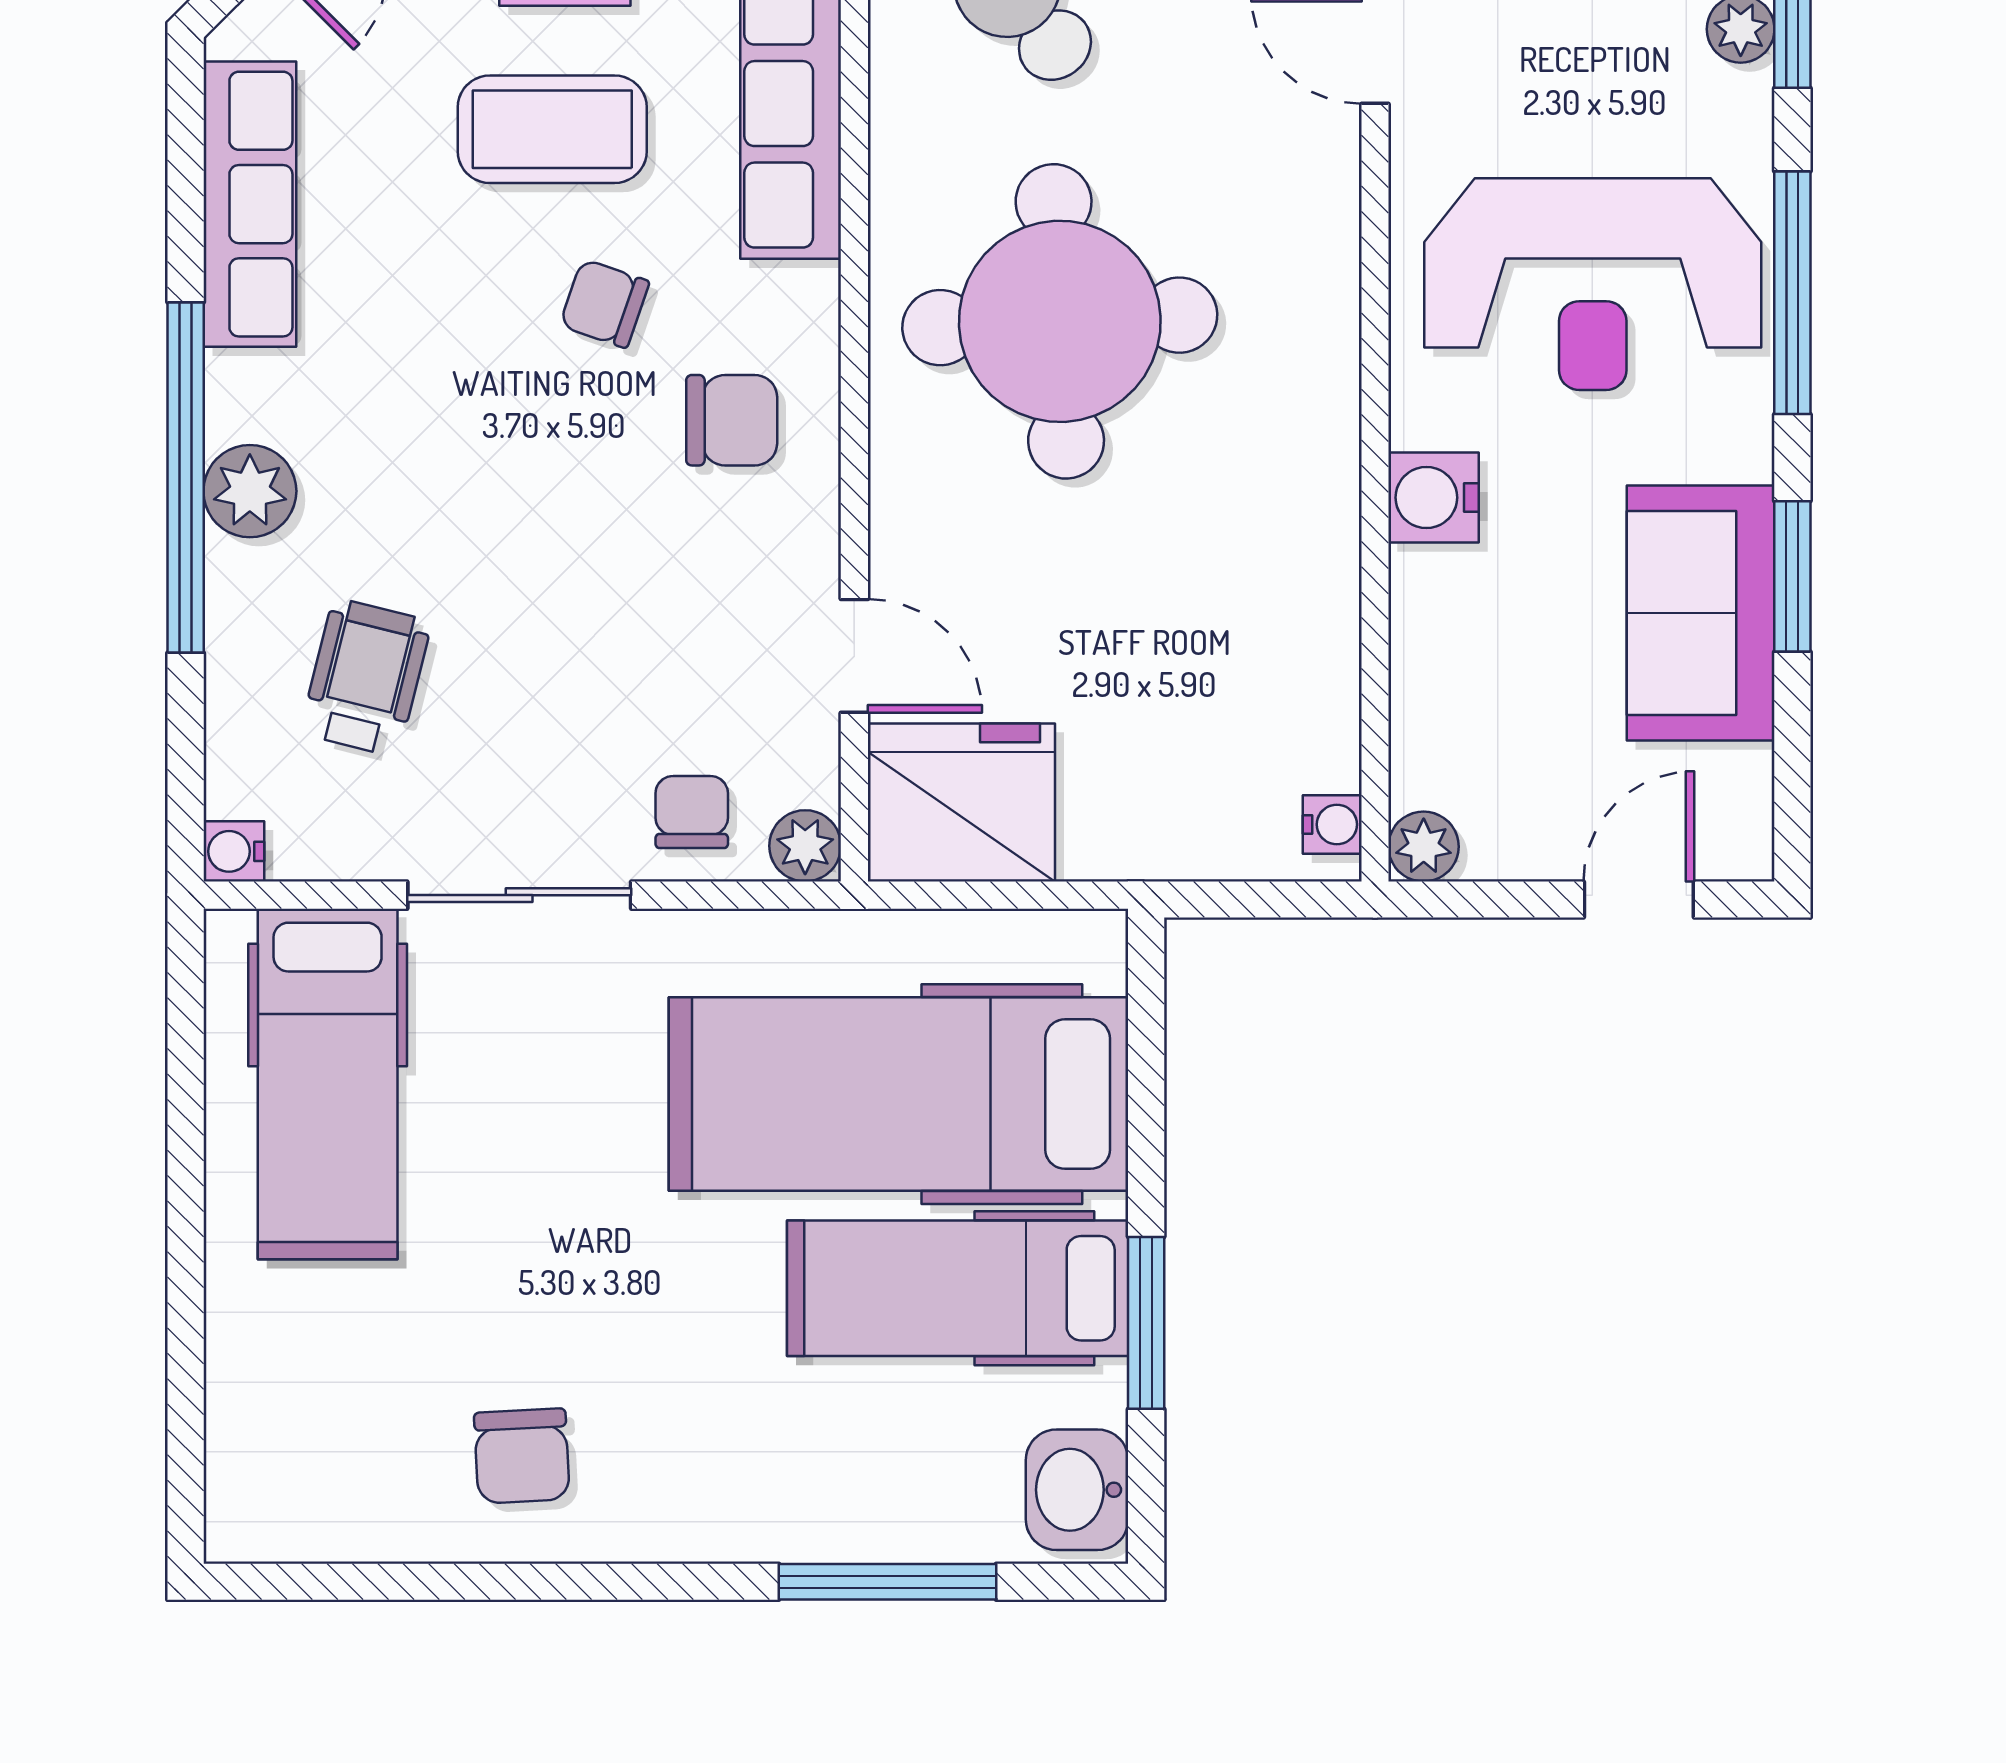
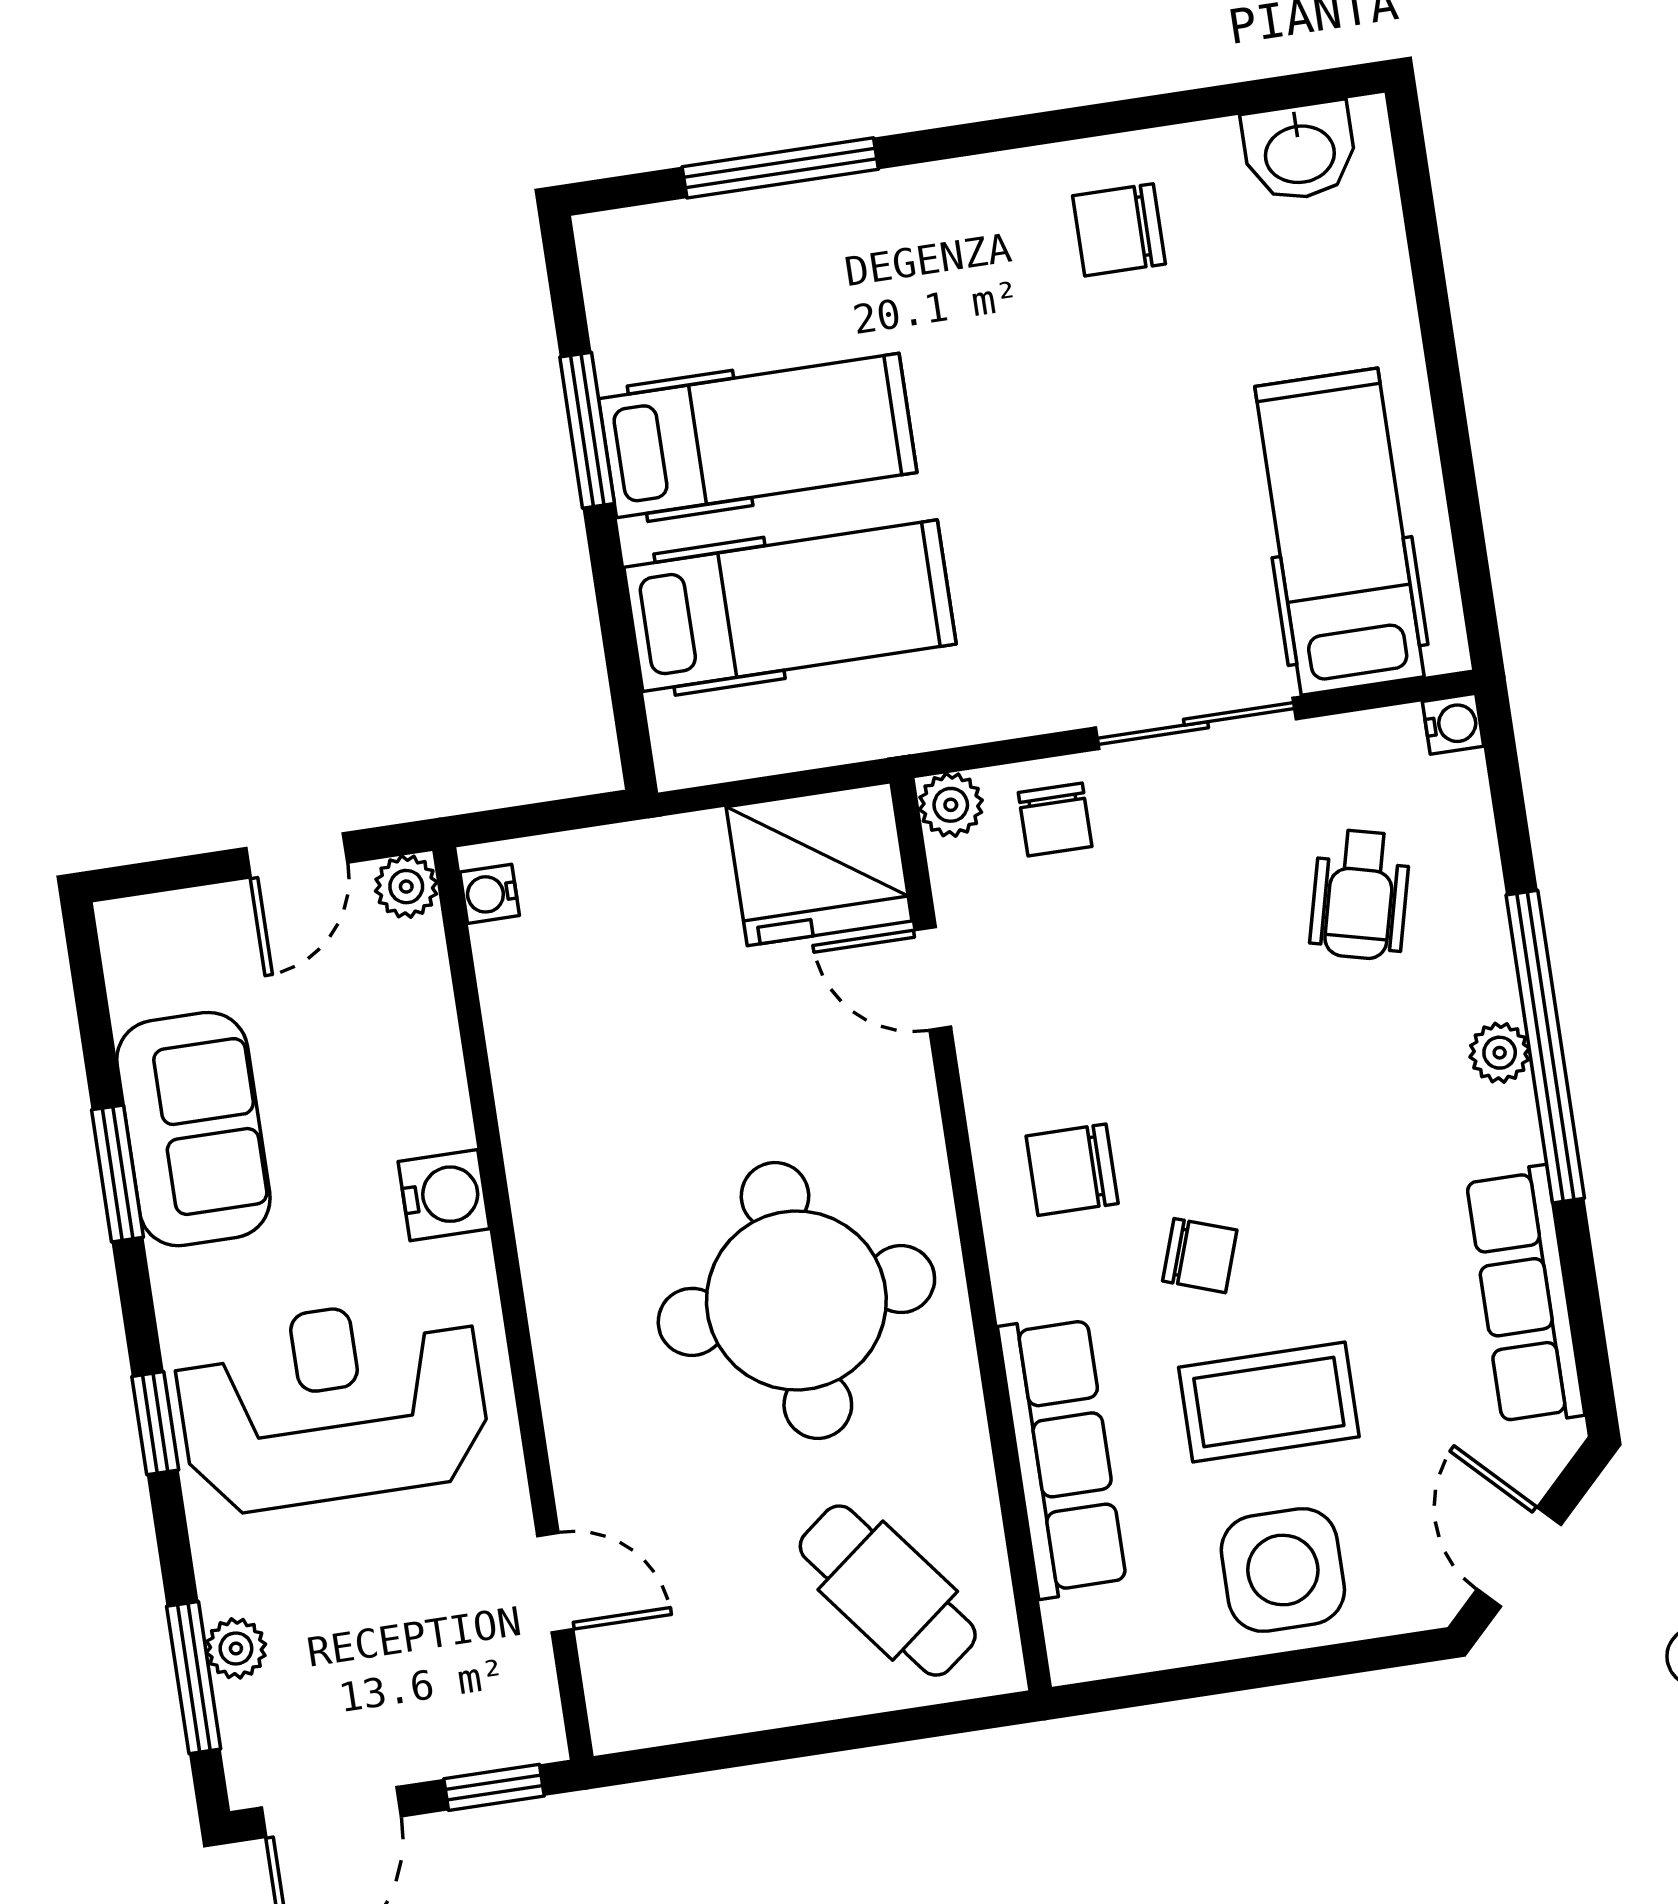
window: (1792, 293) -> (155, 1423), width x0.46
plant: (250, 491) -> (1500, 1053), width x0.73, depth x0.73
door: (1639, 900) -> (297, 855), moved
hospital bed: (899, 1094) -> (790, 606), width x0.73, depth x0.78
chair: (522, 1456) -> (1119, 230), turned -87
washbasin: (1077, 1490) -> (1300, 152), moved, turned 90

